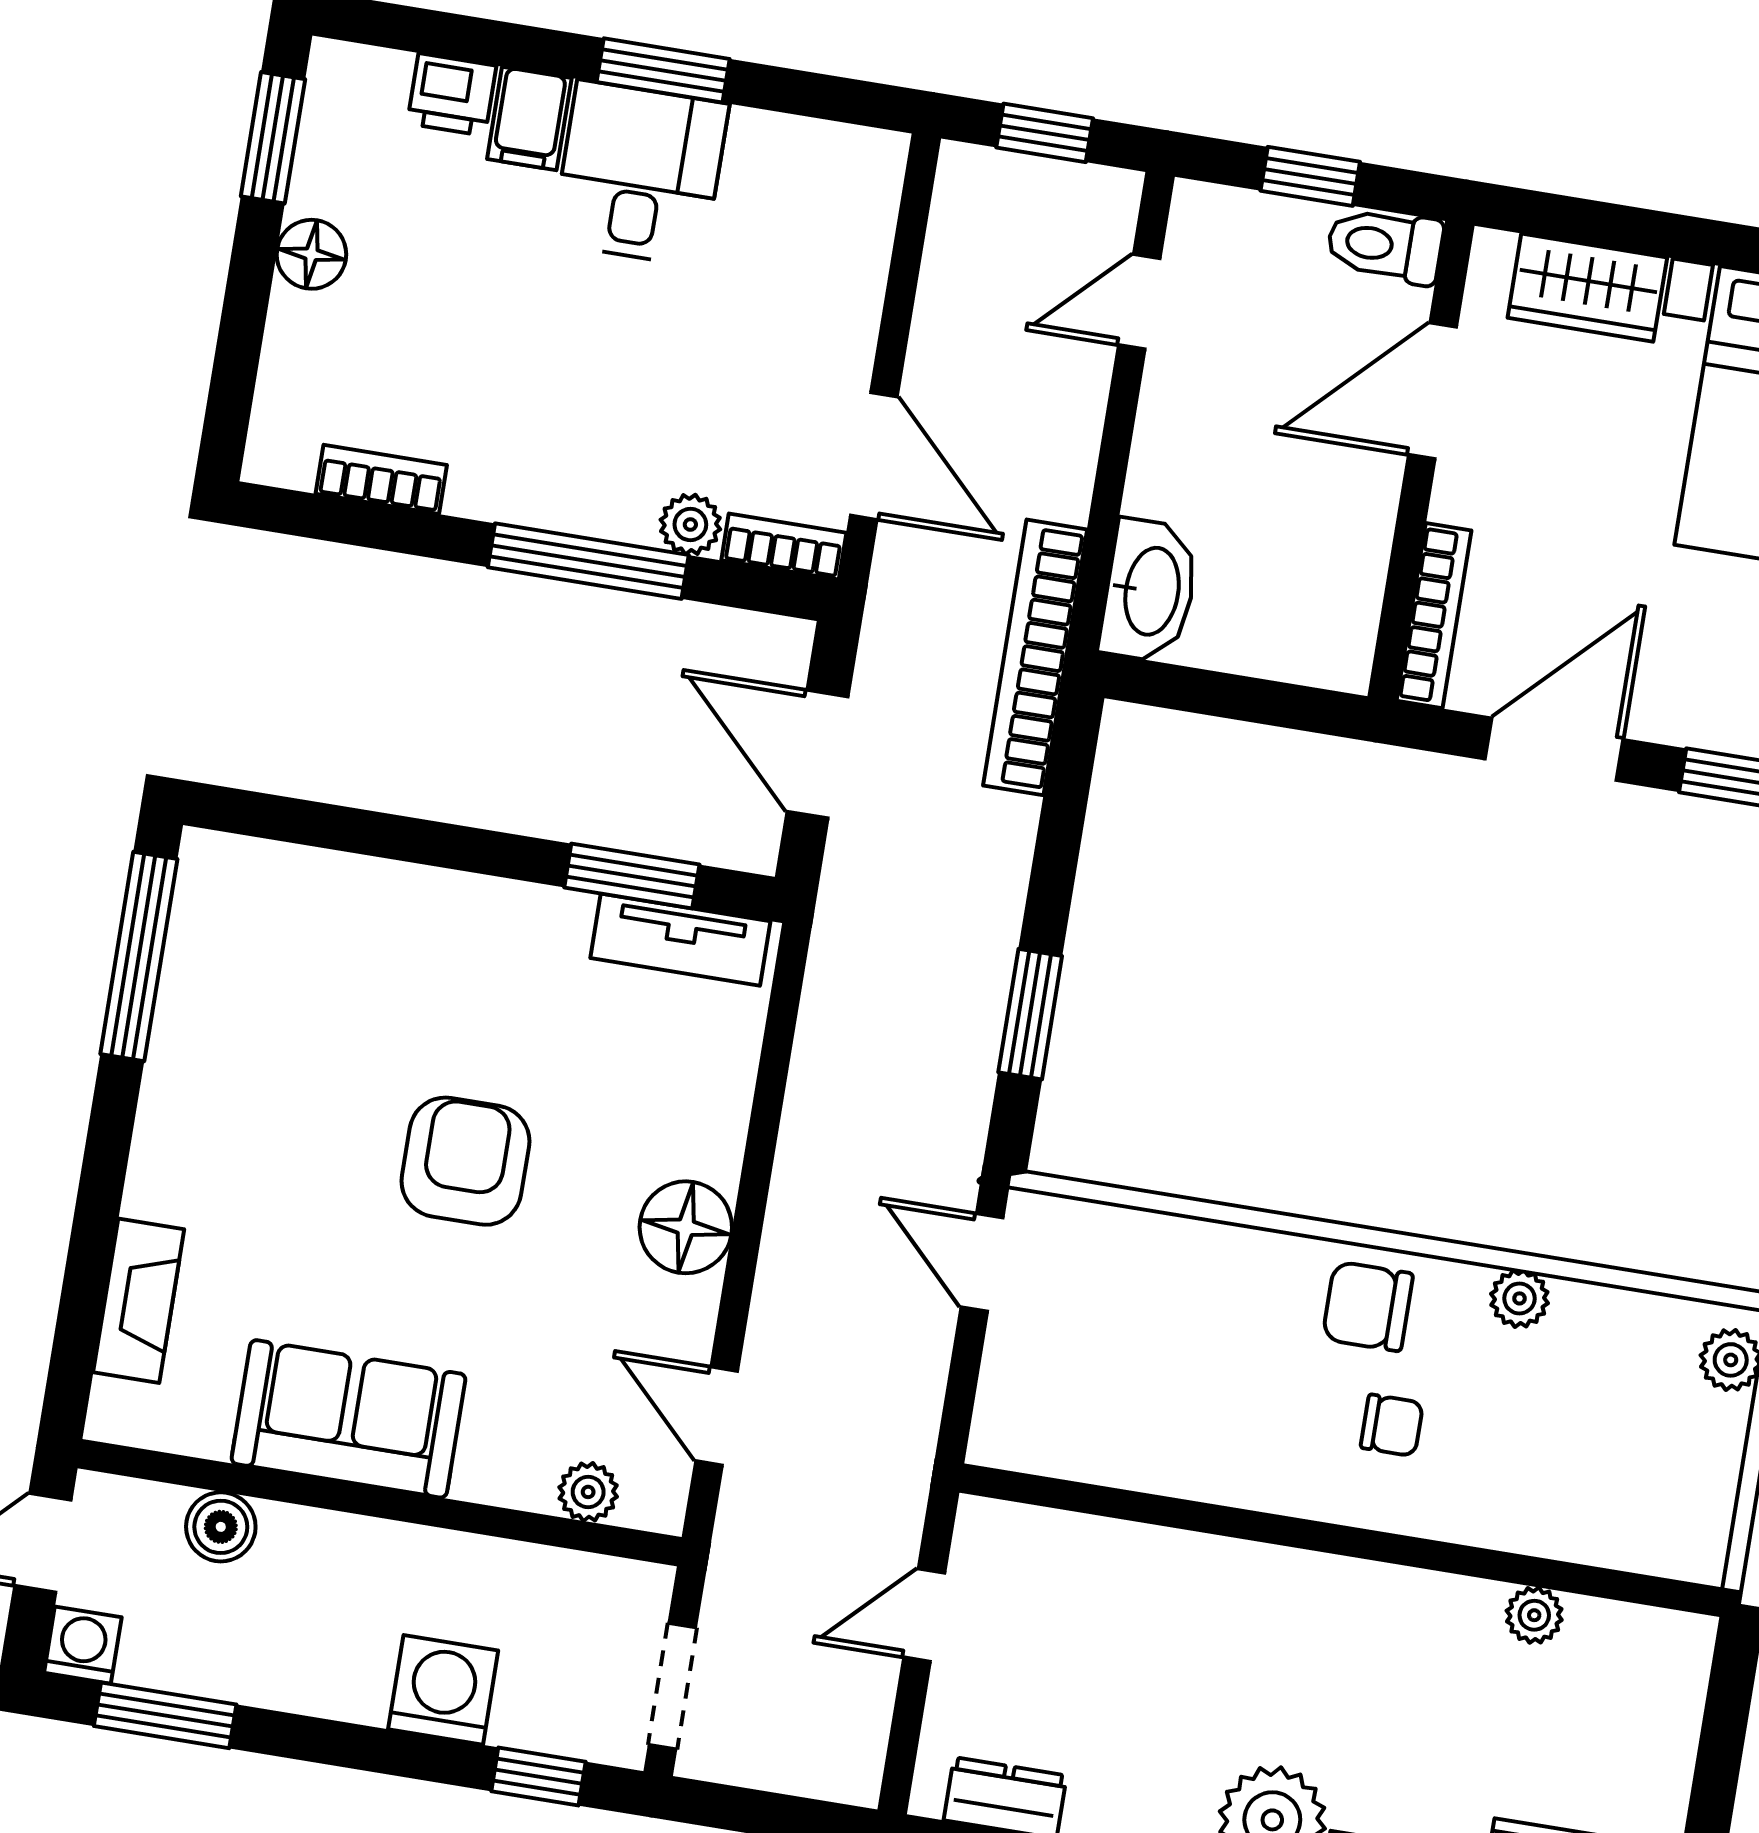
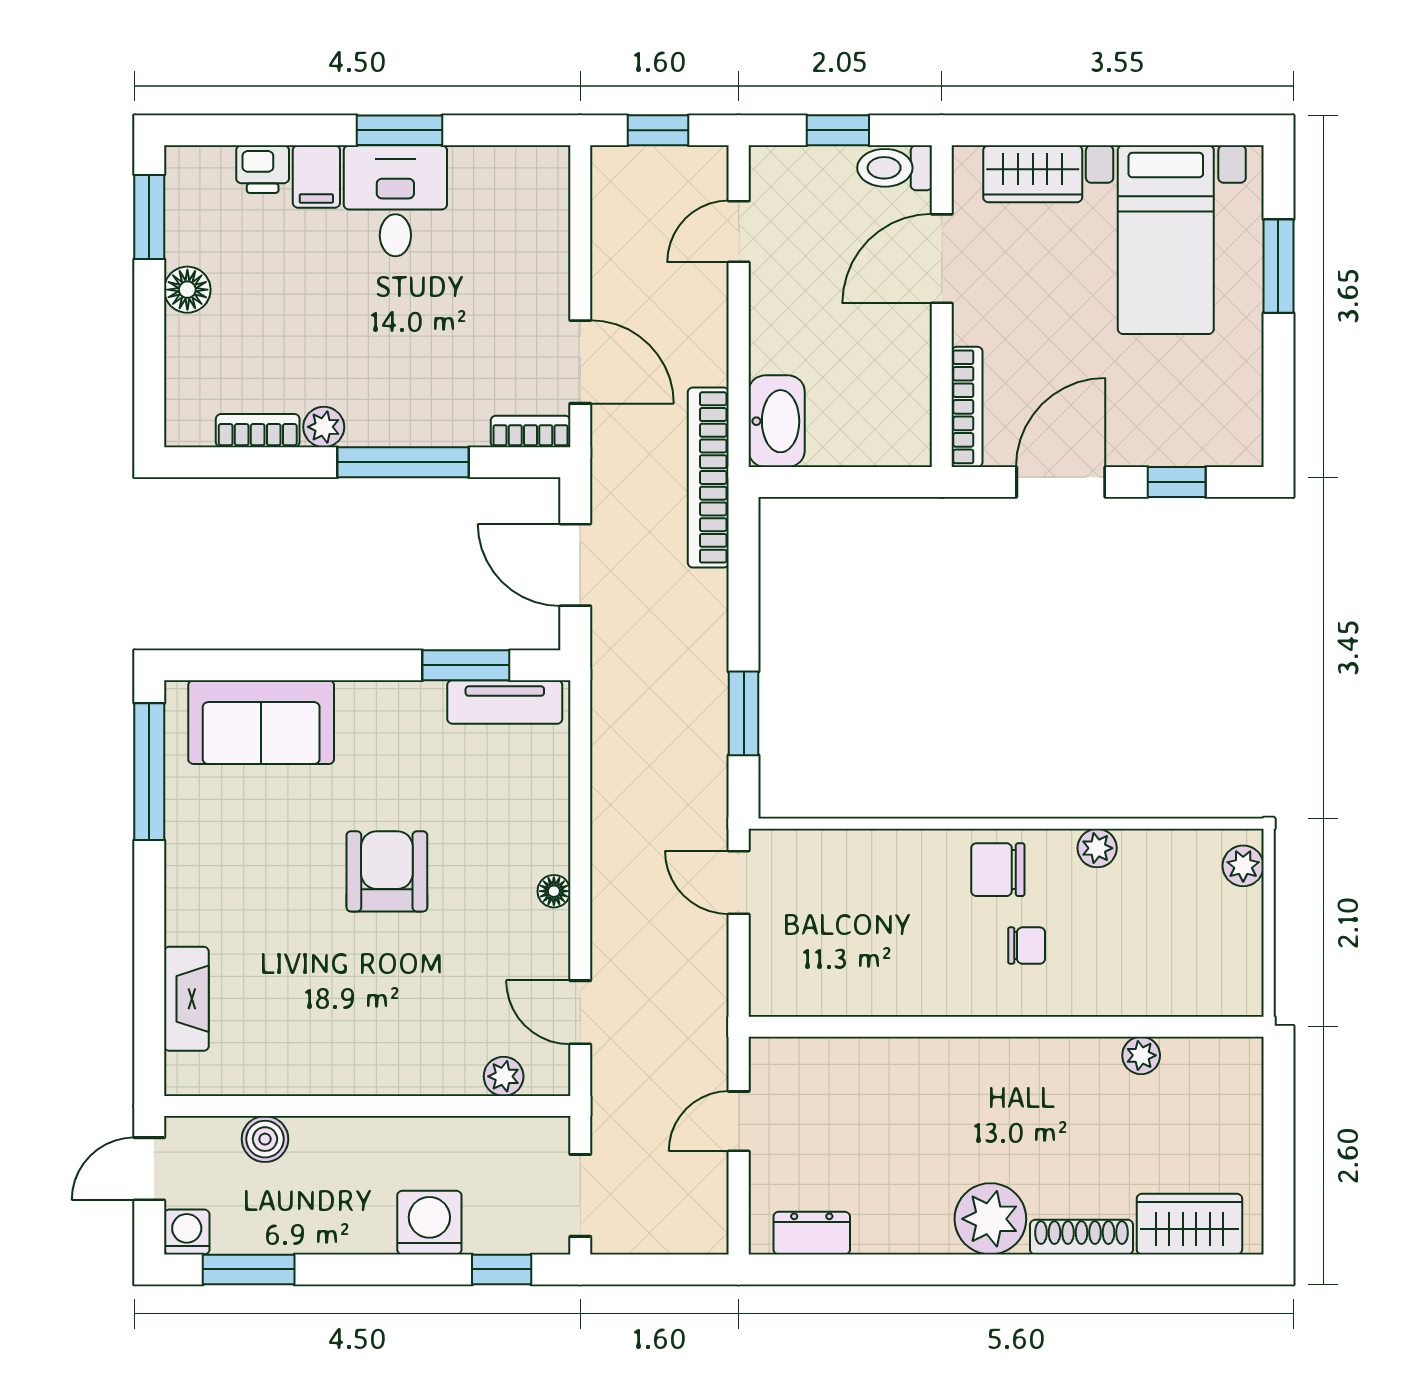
plant: (690, 524) -> (324, 427), moved
floor lamp: (686, 1227) -> (554, 891), width x0.53, depth x0.53
sofa: (348, 1419) -> (261, 722), moved, turned 180

